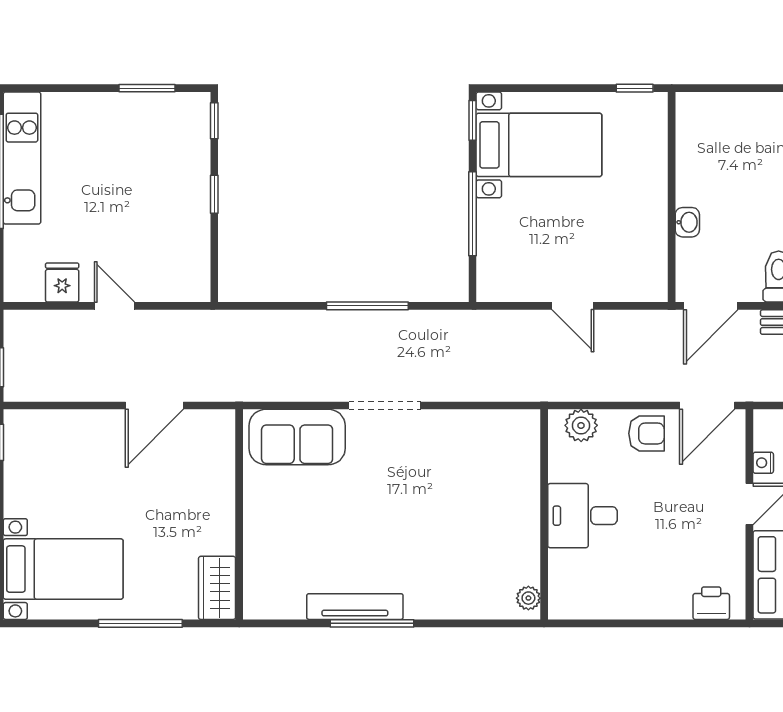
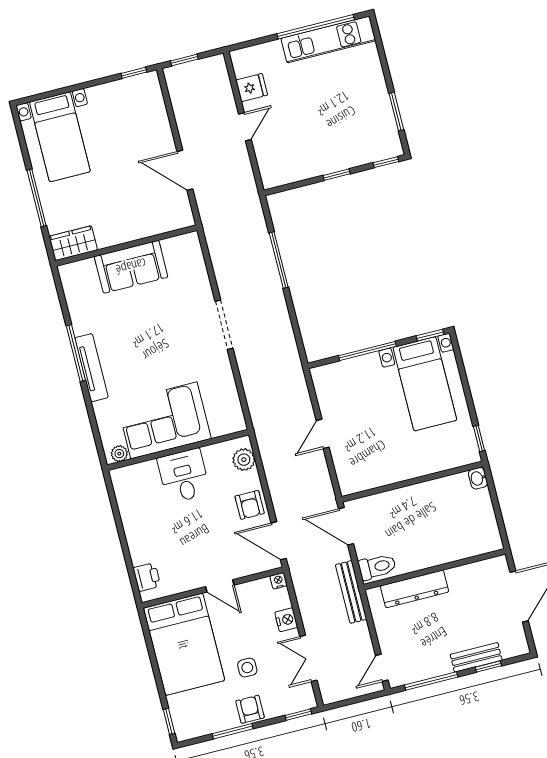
washbasin: (687, 222) -> (478, 478), moved, turned 90
window: (367, 306) -> (279, 260), moved
sofa: (297, 437) -> (131, 267), moved, turned -90
nightstand: (763, 463) -> (279, 581), moved
corner sofa: (498, 524) -> (164, 420), added
tv unit: (355, 607) -> (91, 368), moved

